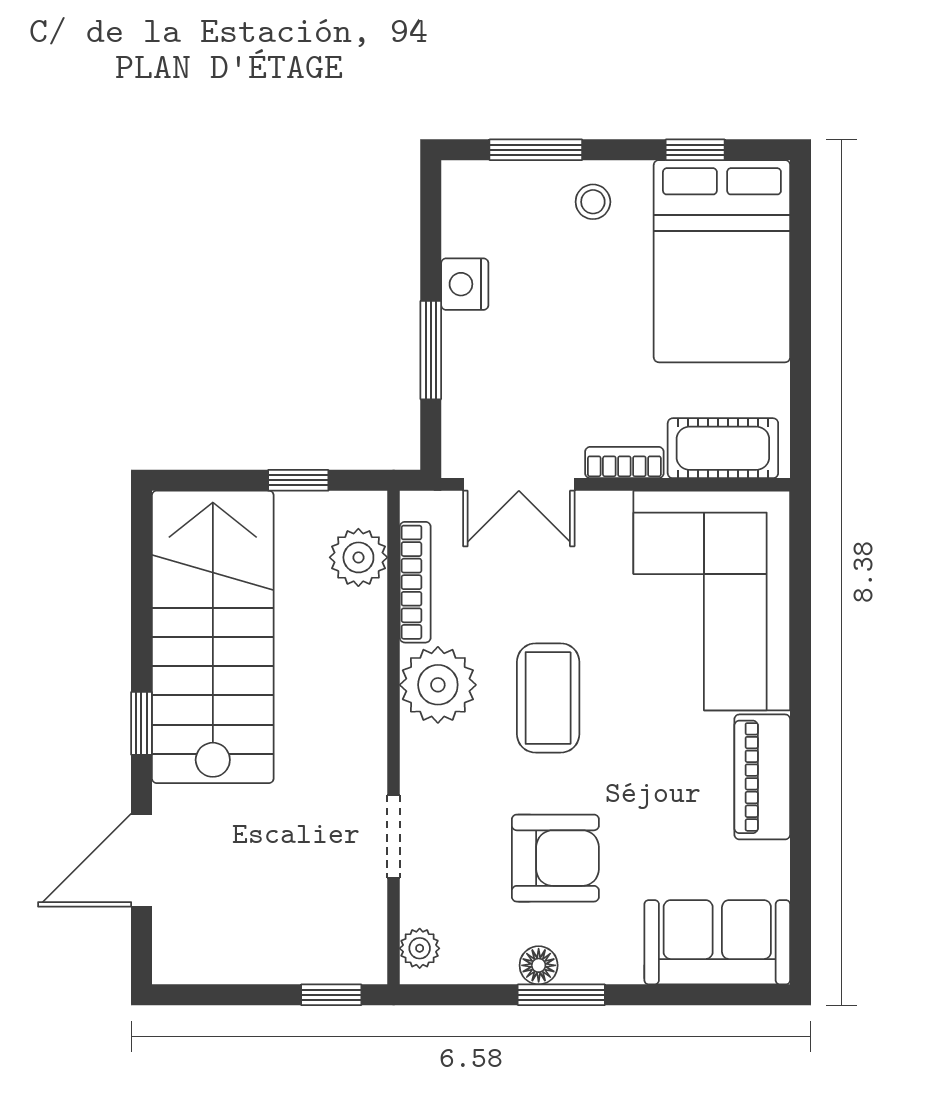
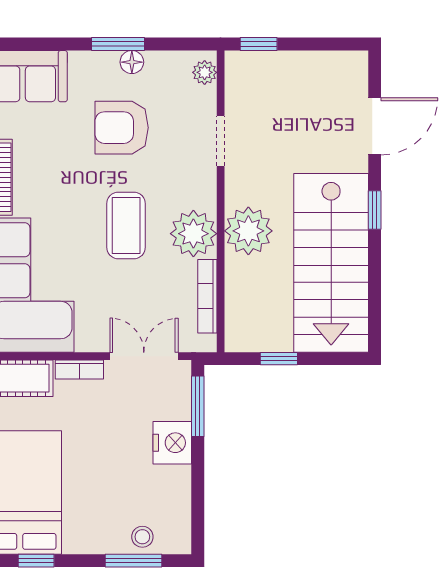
stool: (593, 202) -> (142, 537), moved
nightstand: (465, 284) -> (172, 443), moved, width x1.36, depth x1.33
window: (431, 350) -> (198, 406), moved
plant: (358, 557) -> (248, 231), moved, width x1.36, depth x1.36

